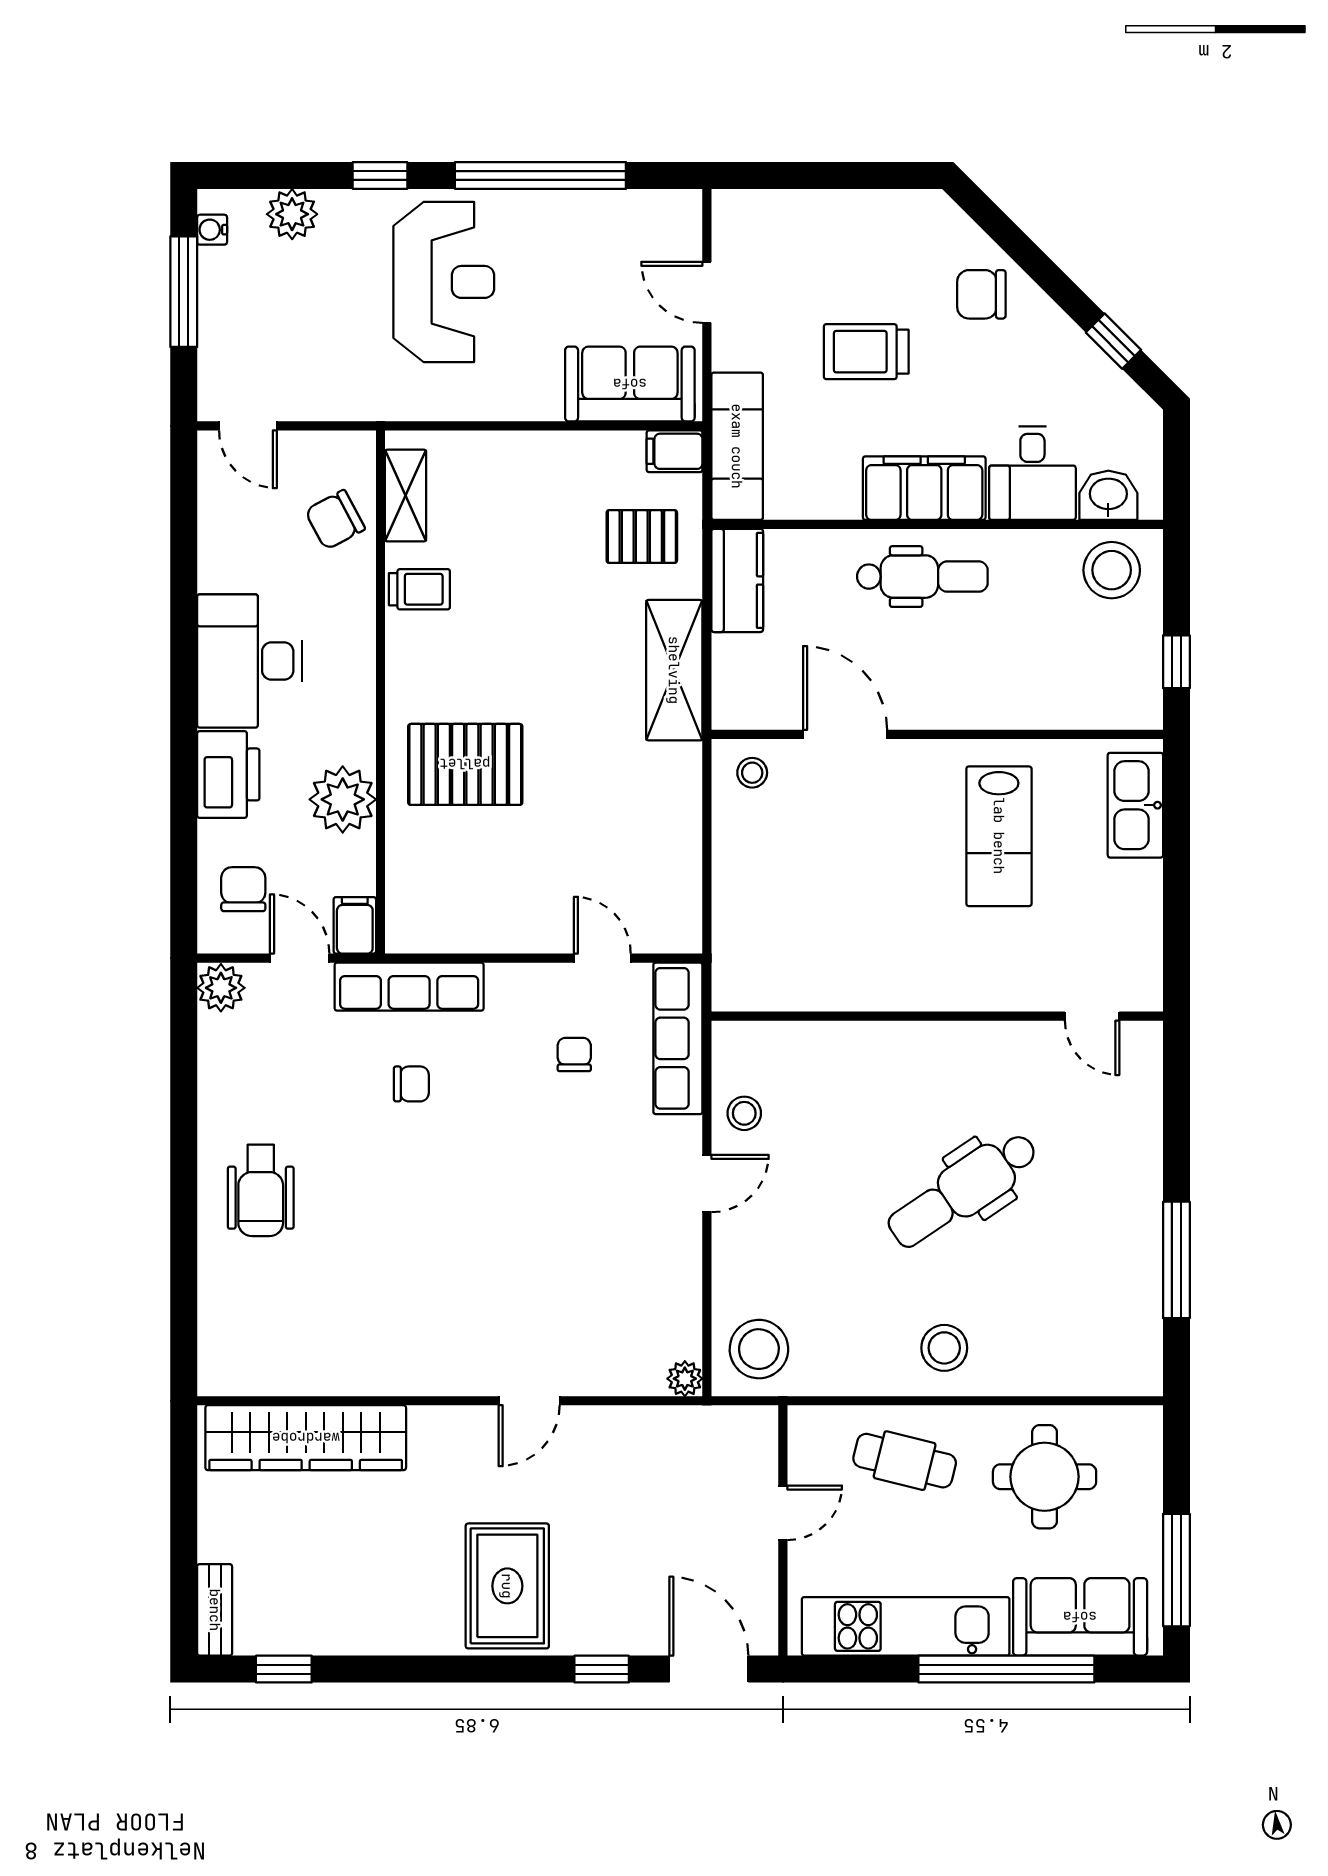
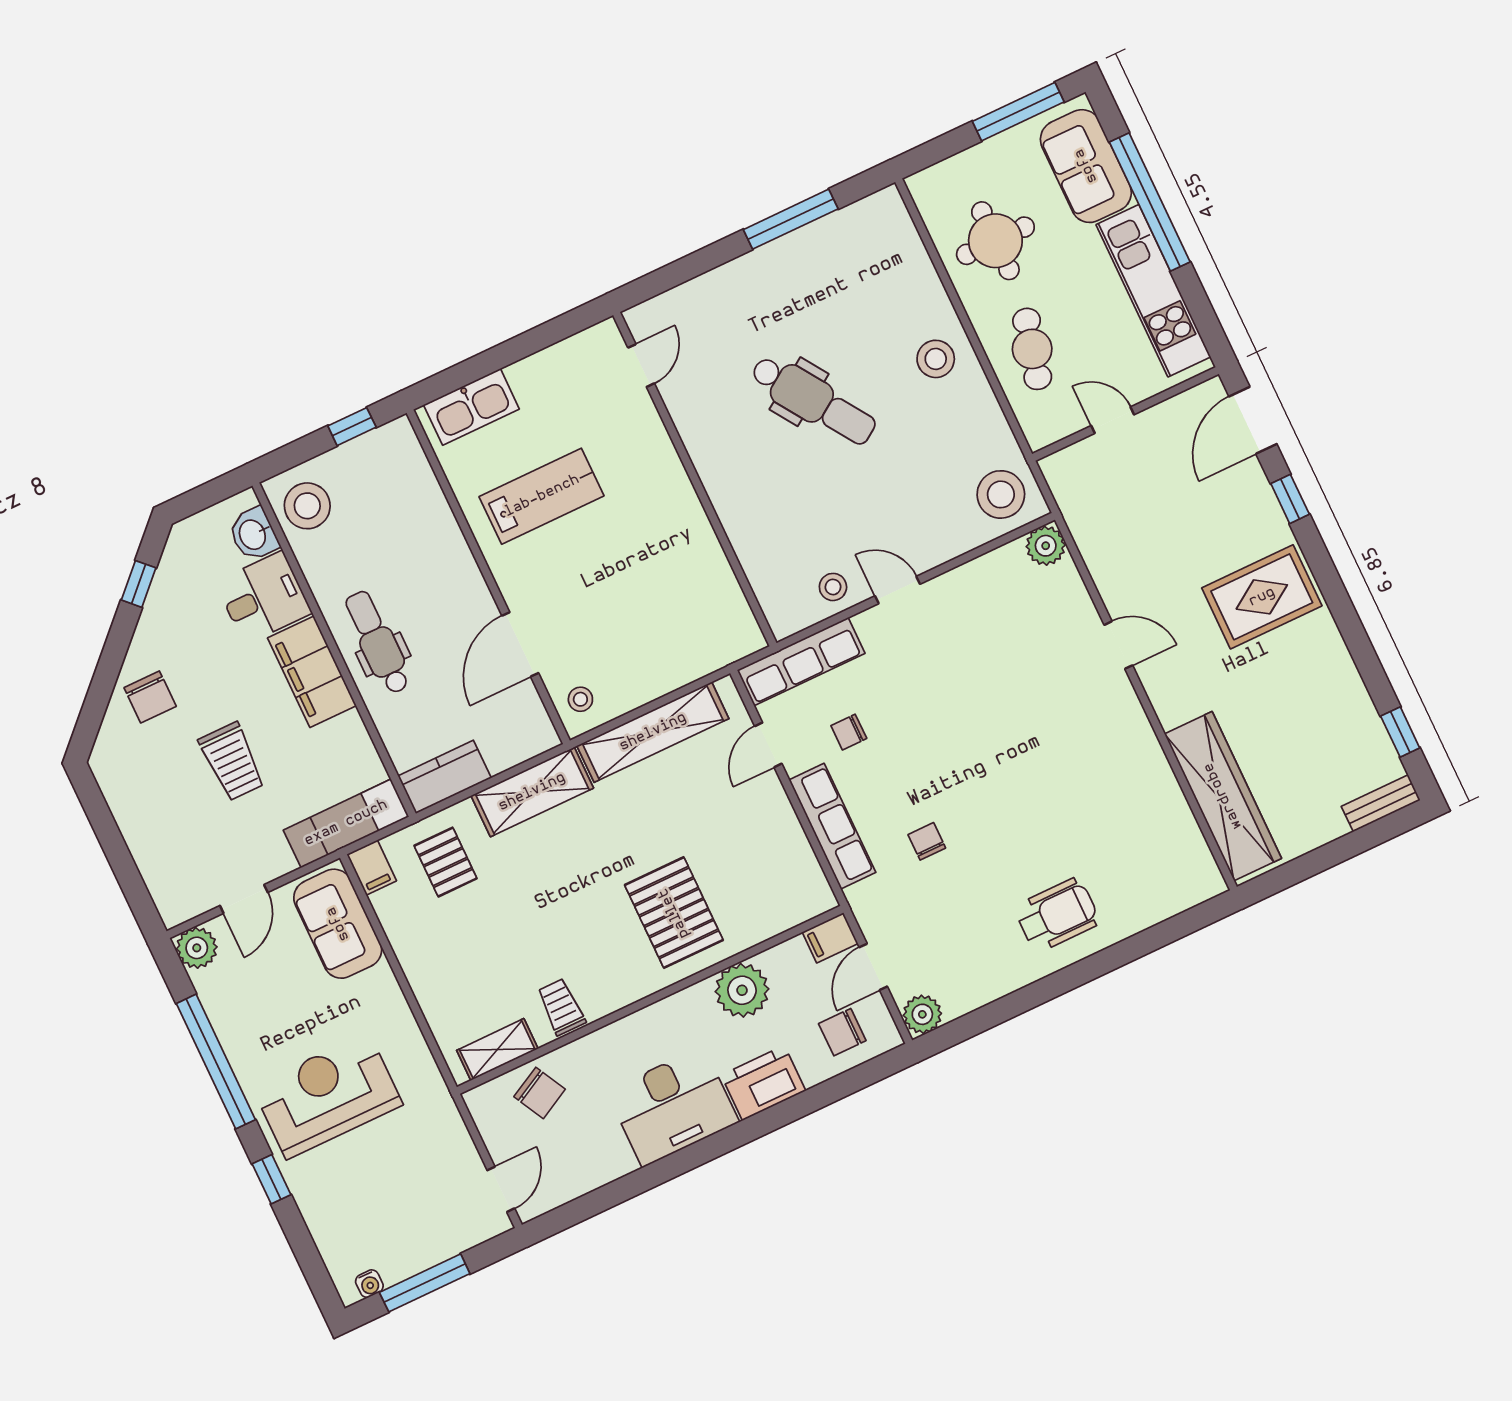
plant: (292, 214) -> (197, 948), moved
shelving: (677, 836) -> (653, 732), added
row of seats: (409, 987) -> (832, 826), moved
plant: (685, 1379) -> (1046, 546), width x1.38, depth x1.38

